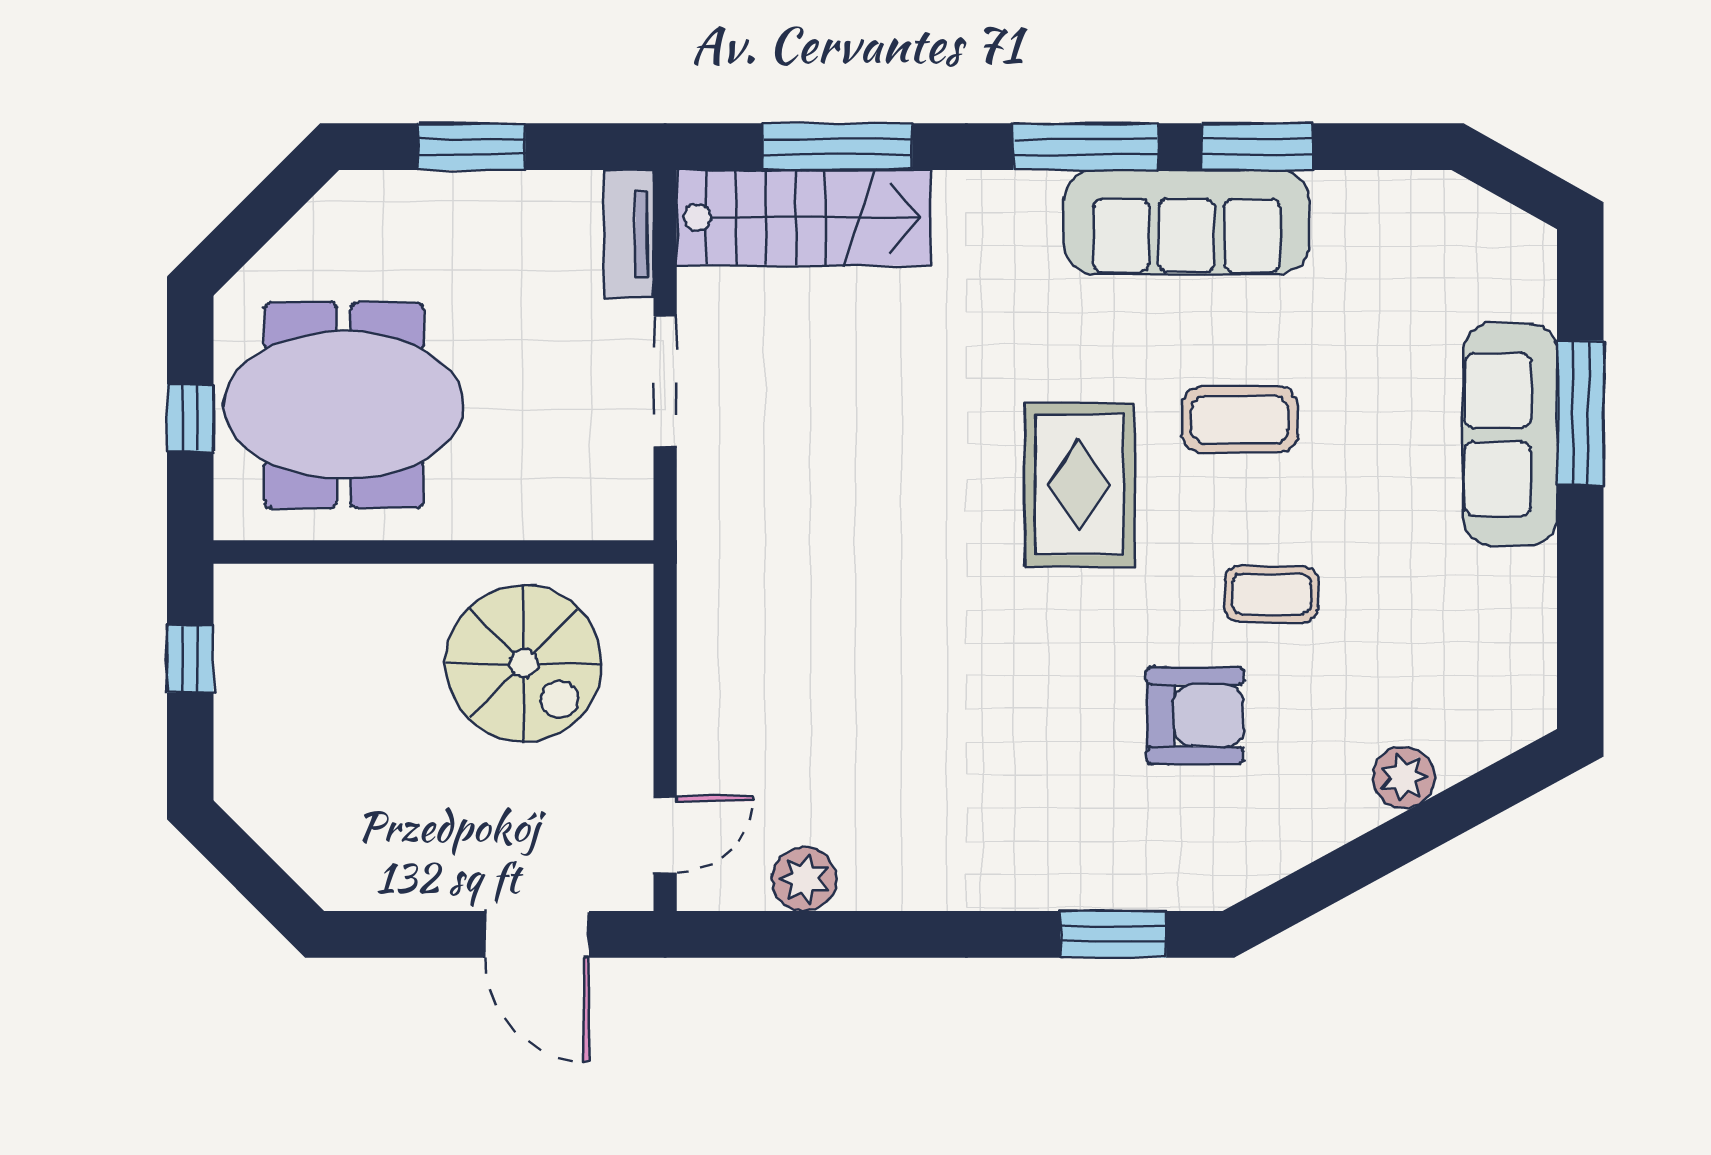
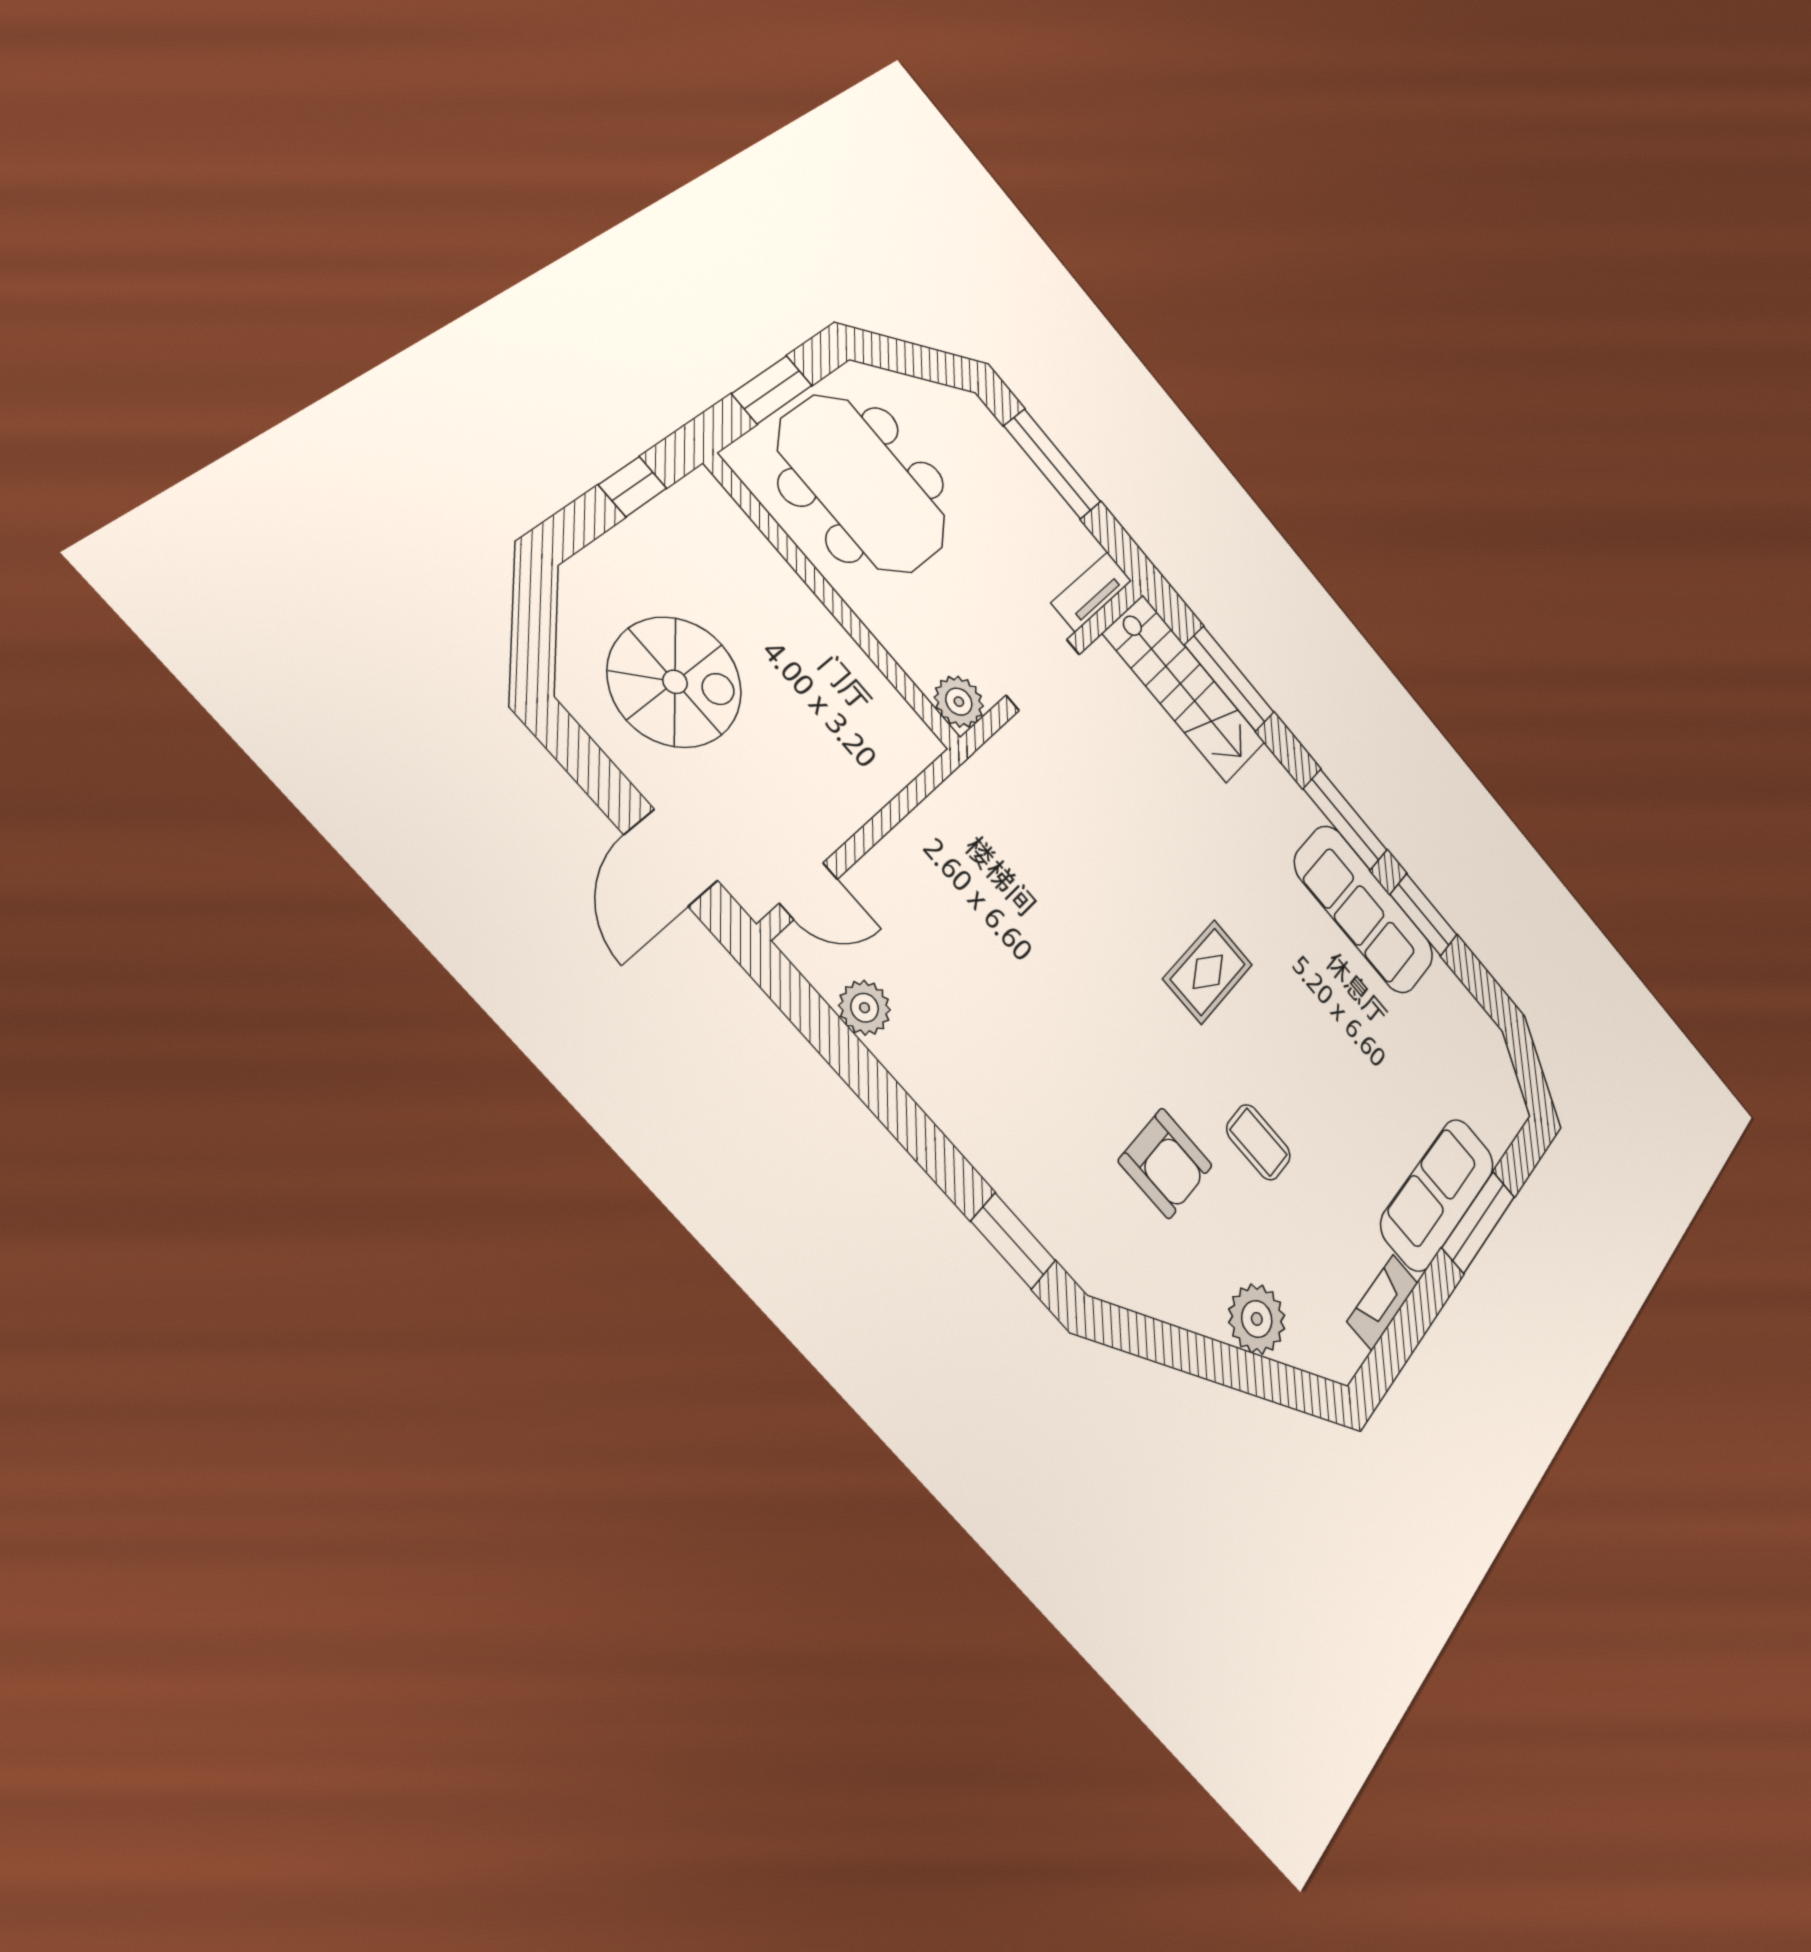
window: (472, 147) -> (1052, 464), width x1.44
window: (190, 418) -> (772, 390), width x1.50
coffee table: (1240, 420) -> (1314, 1033), removed
rug: (1079, 485) -> (1208, 972), width x0.73, depth x0.70
plant: (620, 507) -> (959, 702), added
fireplace: (1532, 610) -> (1383, 1302), added
spiral stairs: (524, 663) -> (675, 682), moved, turned -90
plant: (1404, 777) -> (1257, 1319), width x1.36, depth x1.36

